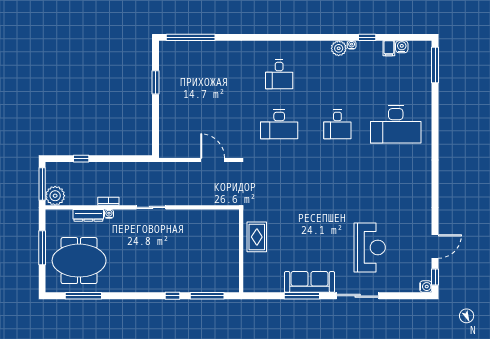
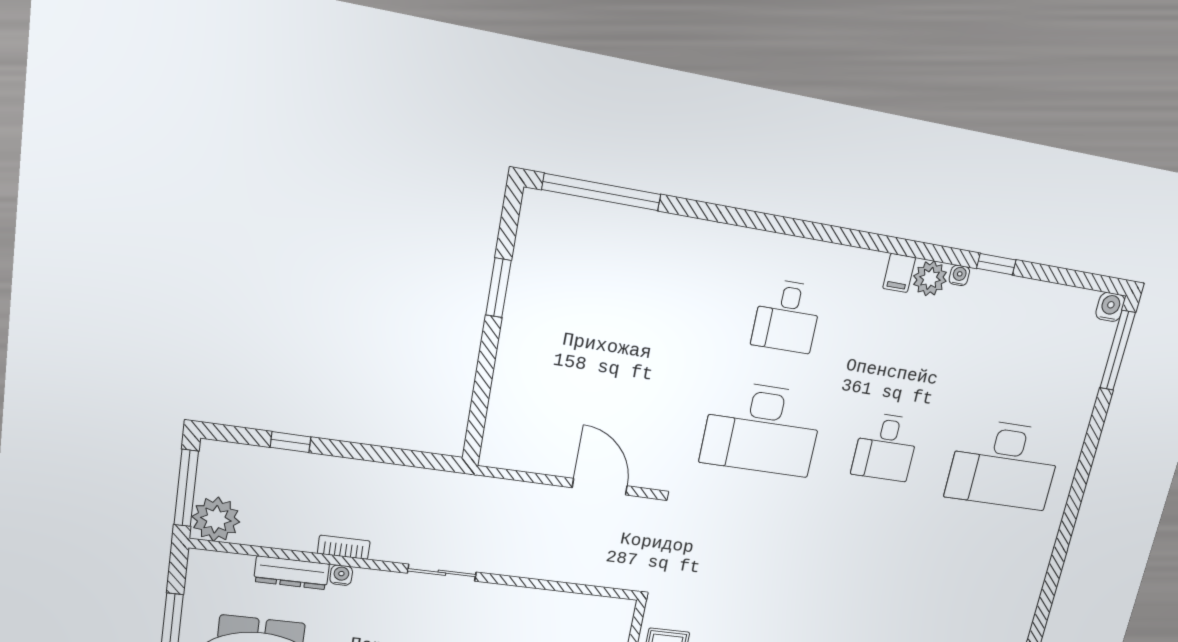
water cooler: (402, 47) -> (1110, 307), moved
filing cabinet: (389, 48) -> (899, 273), moved
desk: (279, 124) -> (762, 429), width x1.36, depth x1.30

